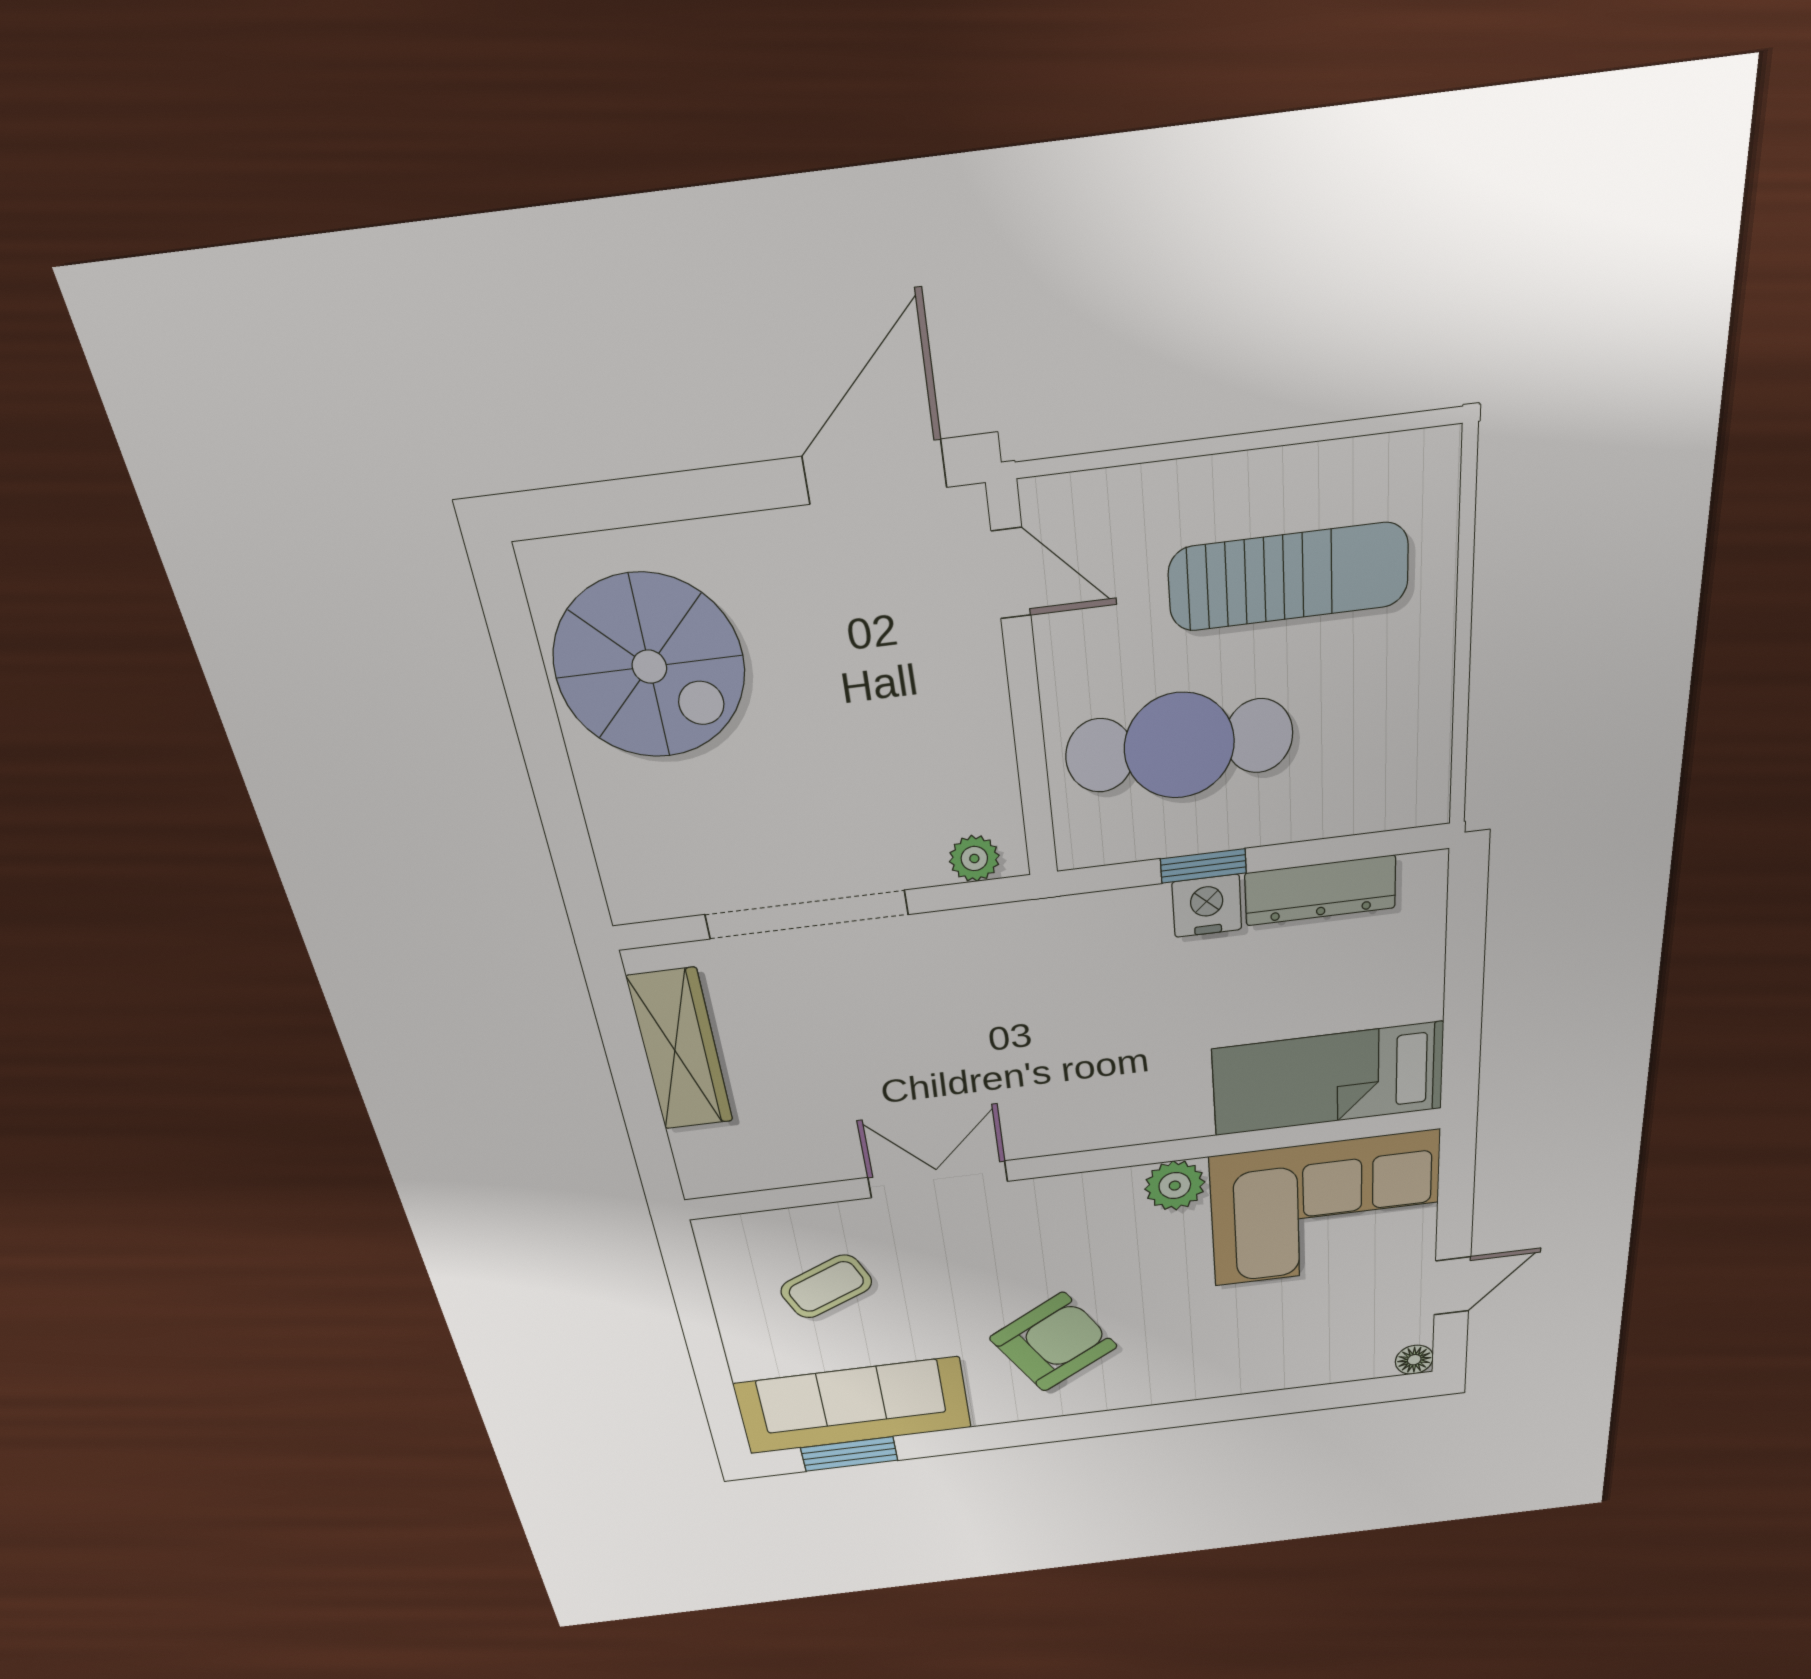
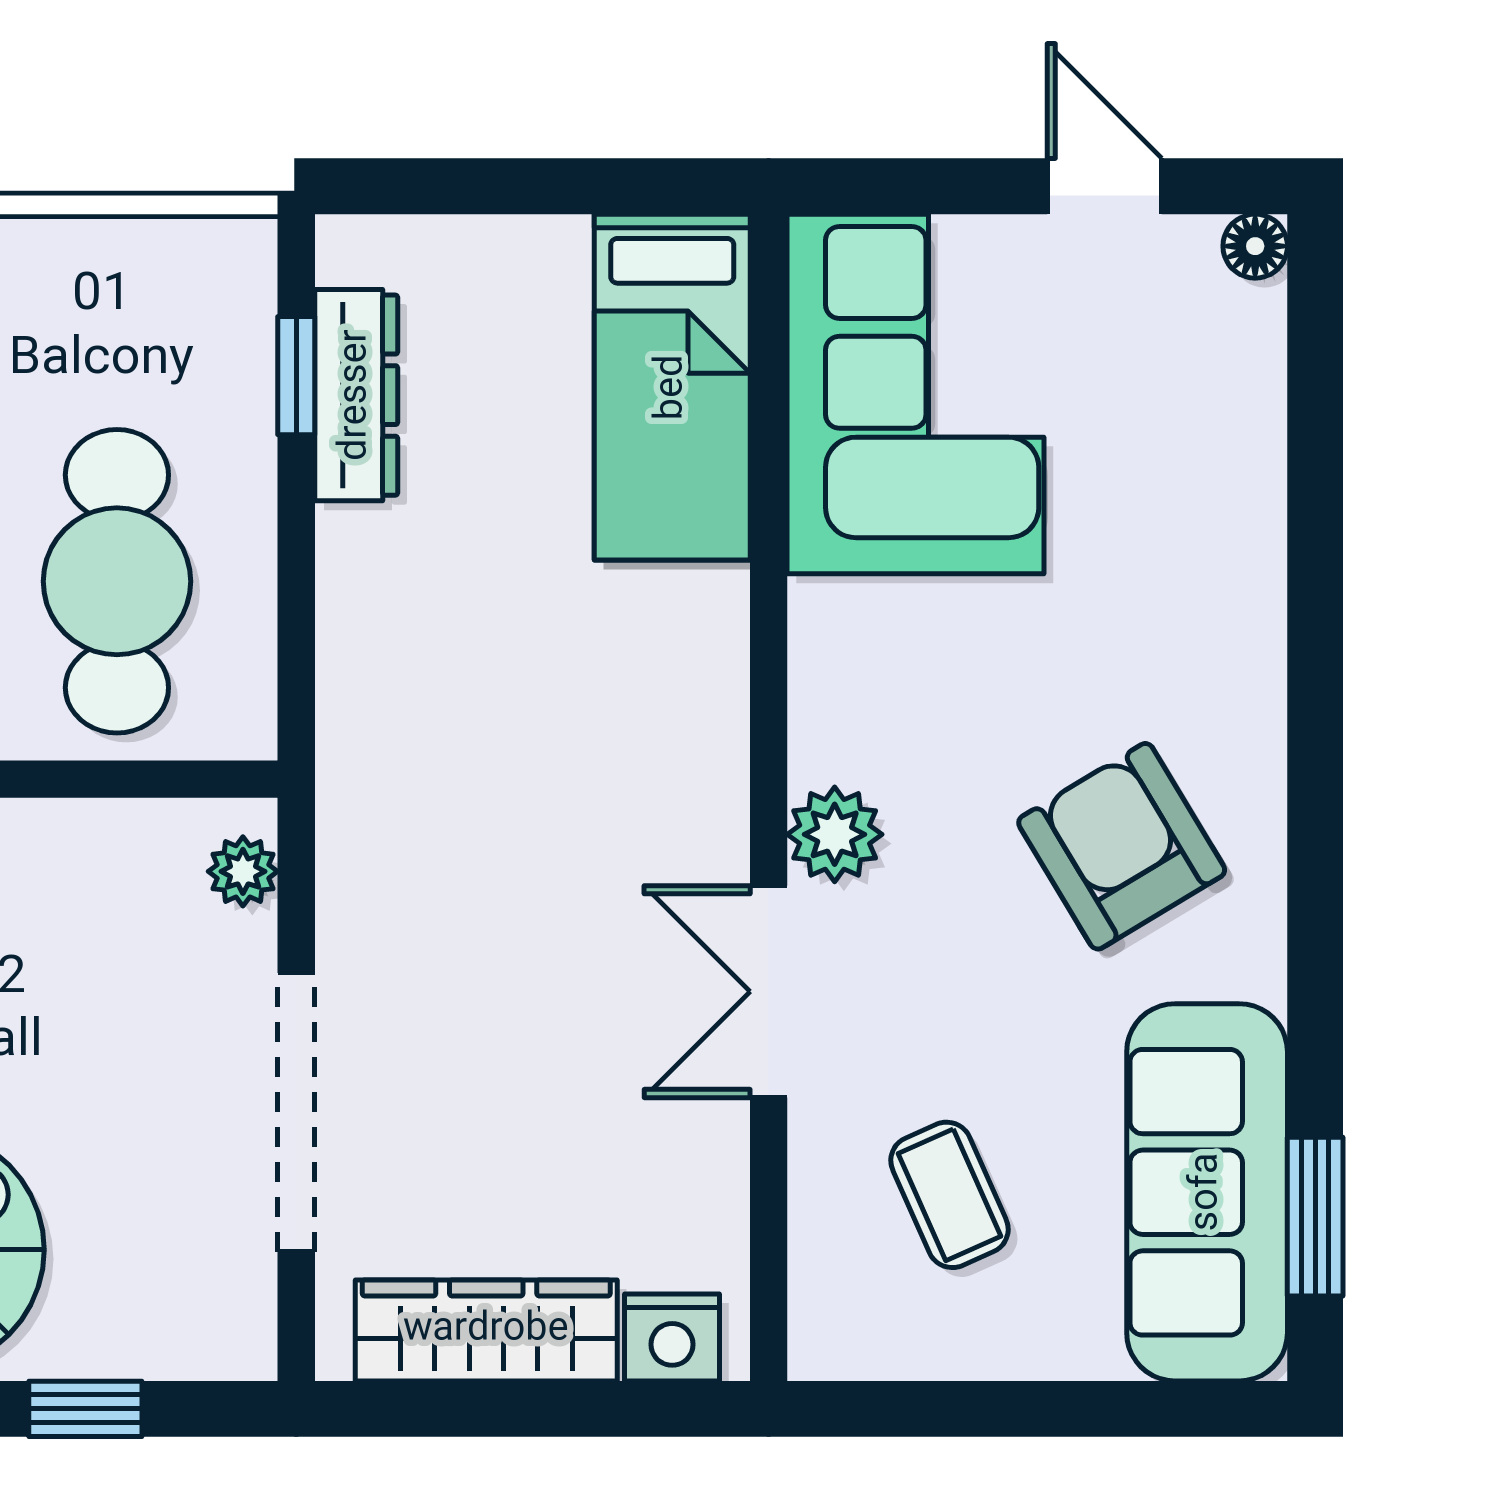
window: (557, 800) -> (85, 1409), added
window: (1203, 866) -> (296, 376), moved
nightstand: (1207, 906) -> (672, 1337), moved, turned -90
plant: (1175, 1186) -> (835, 834), moved

